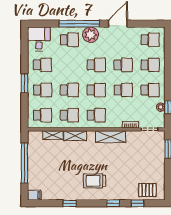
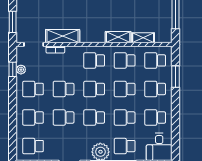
school desk: (69, 65) -> (125, 118), added
window: (24, 83) -> (176, 77), moved
shelving: (111, 137) -> (63, 36), moved

